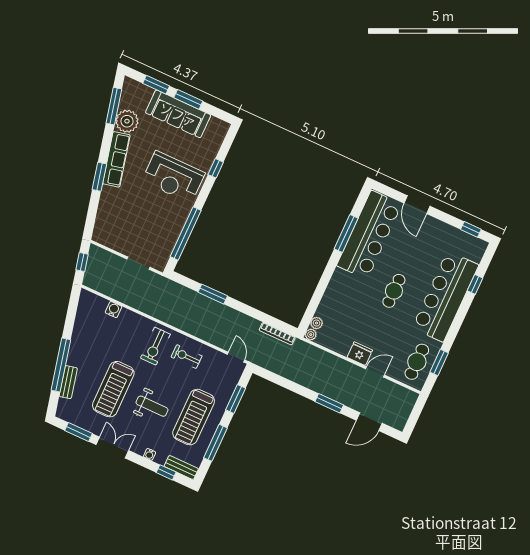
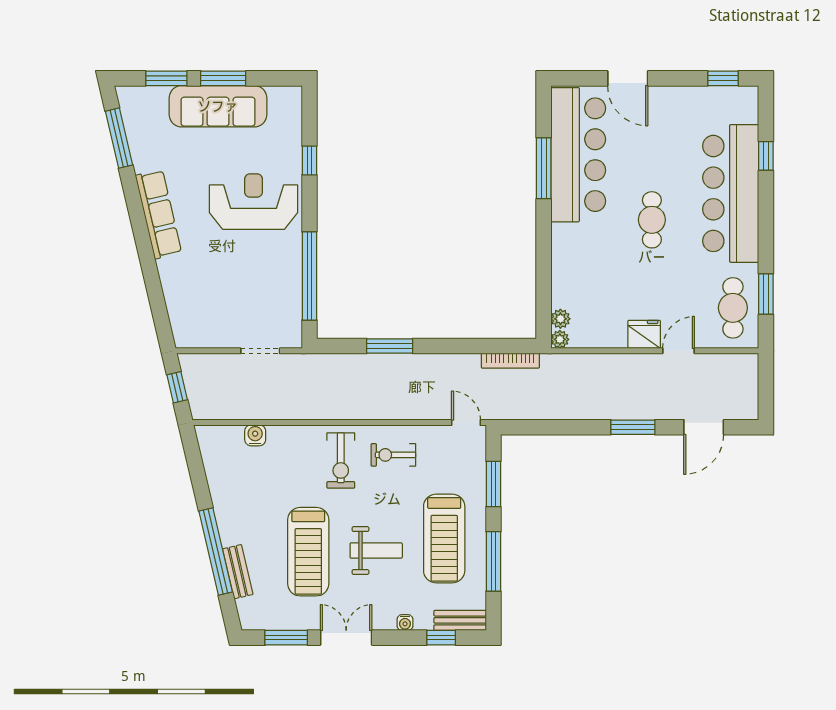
plant: (127, 121) -> (148, 151), removed
window: (99, 177) -> (145, 251), removed
reception desk: (173, 177) -> (254, 202), turned 180

